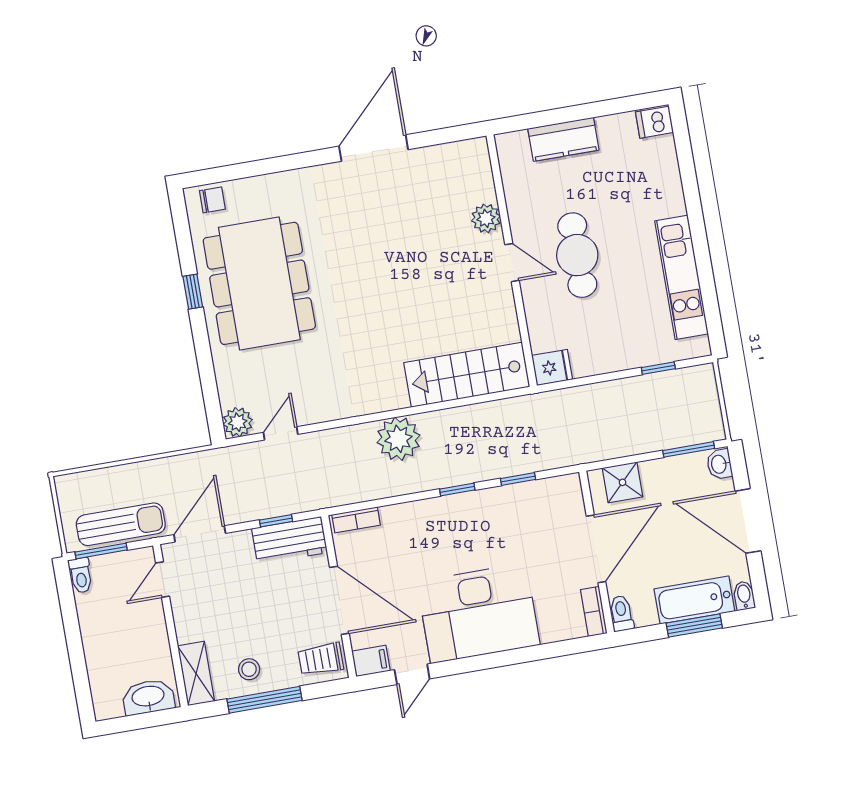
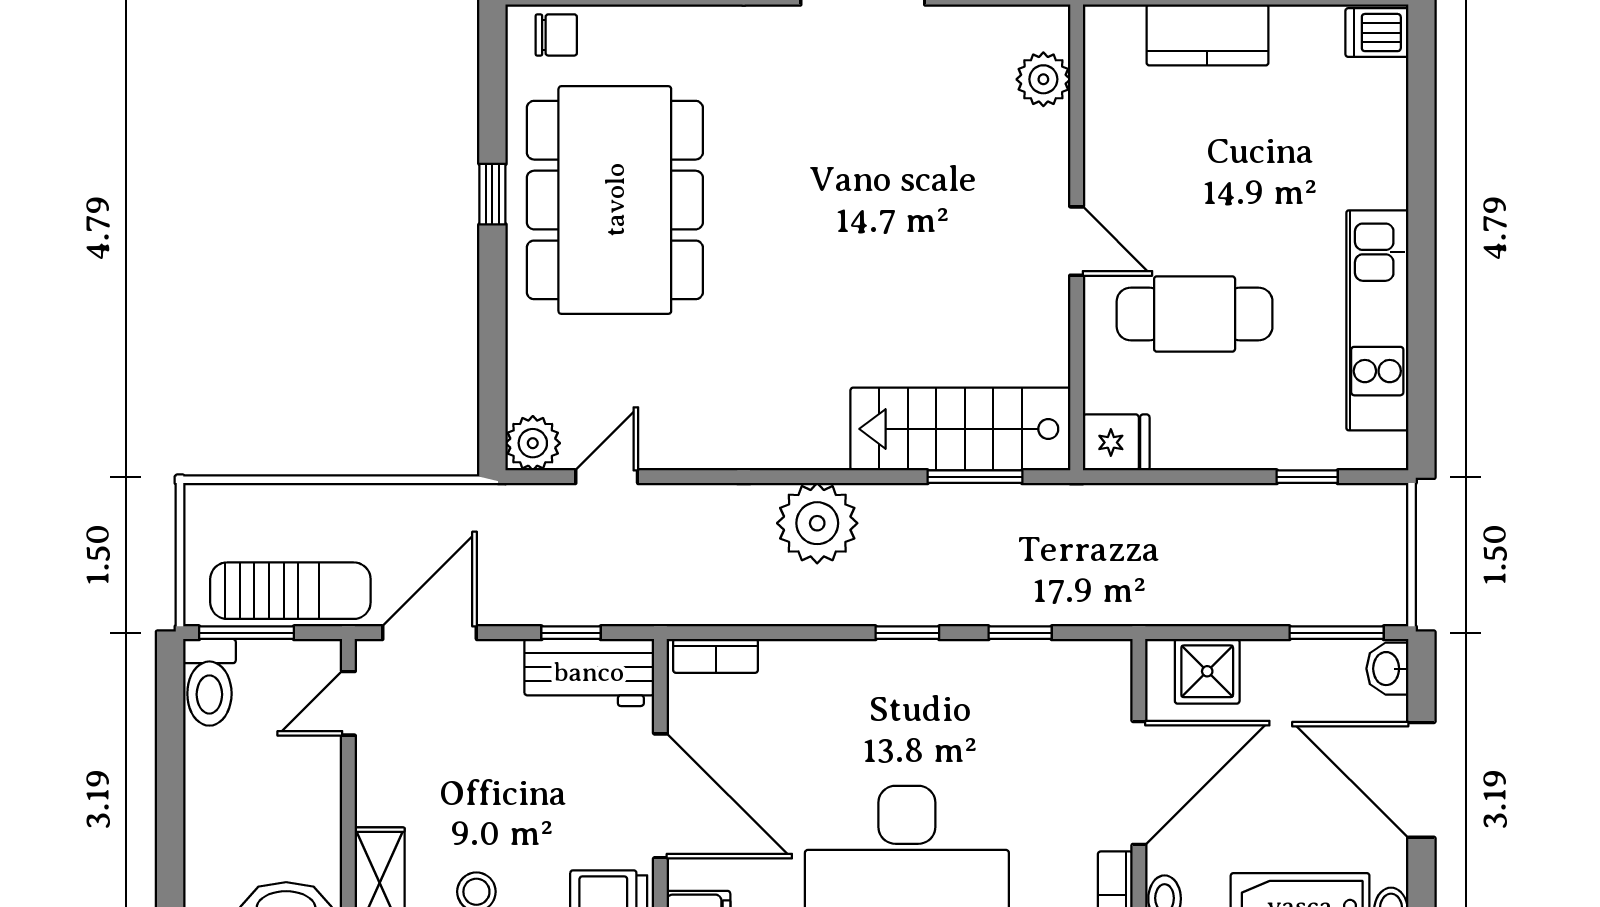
plant: (486, 218) -> (1043, 79), moved
cafe table: (577, 255) -> (1195, 314), moved, turned 90
window: (479, 399) -> (975, 477), added
toilet: (81, 575) -> (209, 682), width x1.37, depth x1.39

